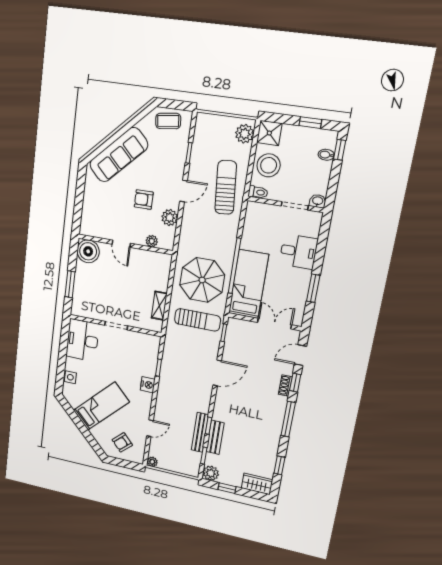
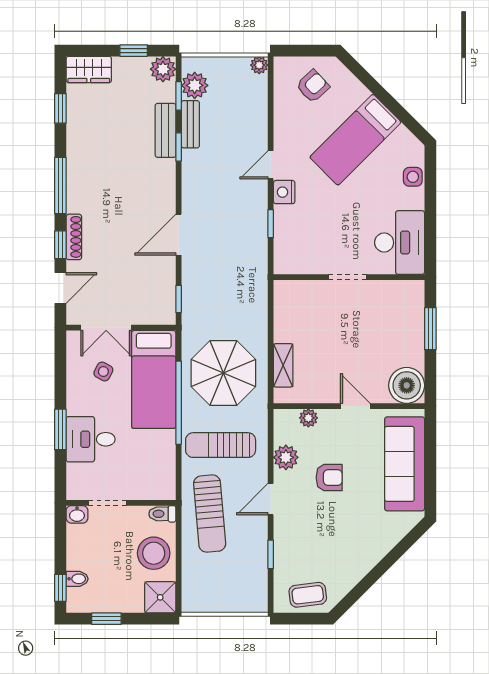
plant: (245, 134) -> (195, 85), moved
sofa: (119, 155) -> (405, 464), moved, turned -45
window: (313, 288) -> (60, 429), moved
side table: (281, 295) -> (103, 371), added
shelving: (159, 306) -> (283, 365), moved
sun lounger: (197, 320) -> (221, 445), moved
shoe rack: (285, 386) -> (74, 237), width x1.43
door: (150, 428) -> (271, 165), moved
bench: (200, 432) -> (190, 124), width x0.73

